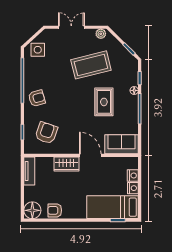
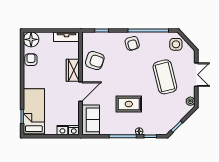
coffee table: (91, 65) -> (165, 77), moved
armchair: (46, 133) -> (95, 60), moved
nightstand: (133, 188) -> (74, 130), moved

